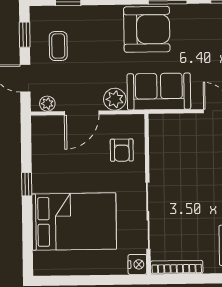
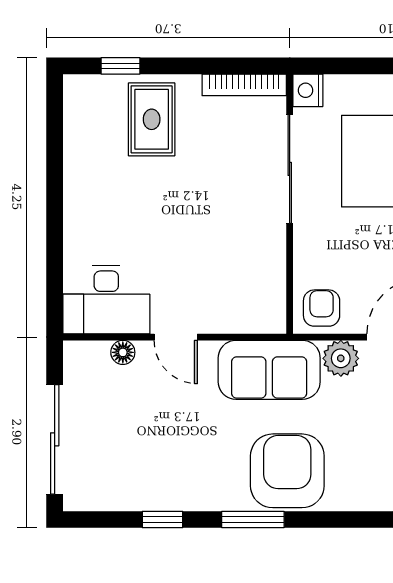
armchair: (147, 29) -> (287, 471), turned 90
armchair: (122, 150) -> (322, 308), moved

